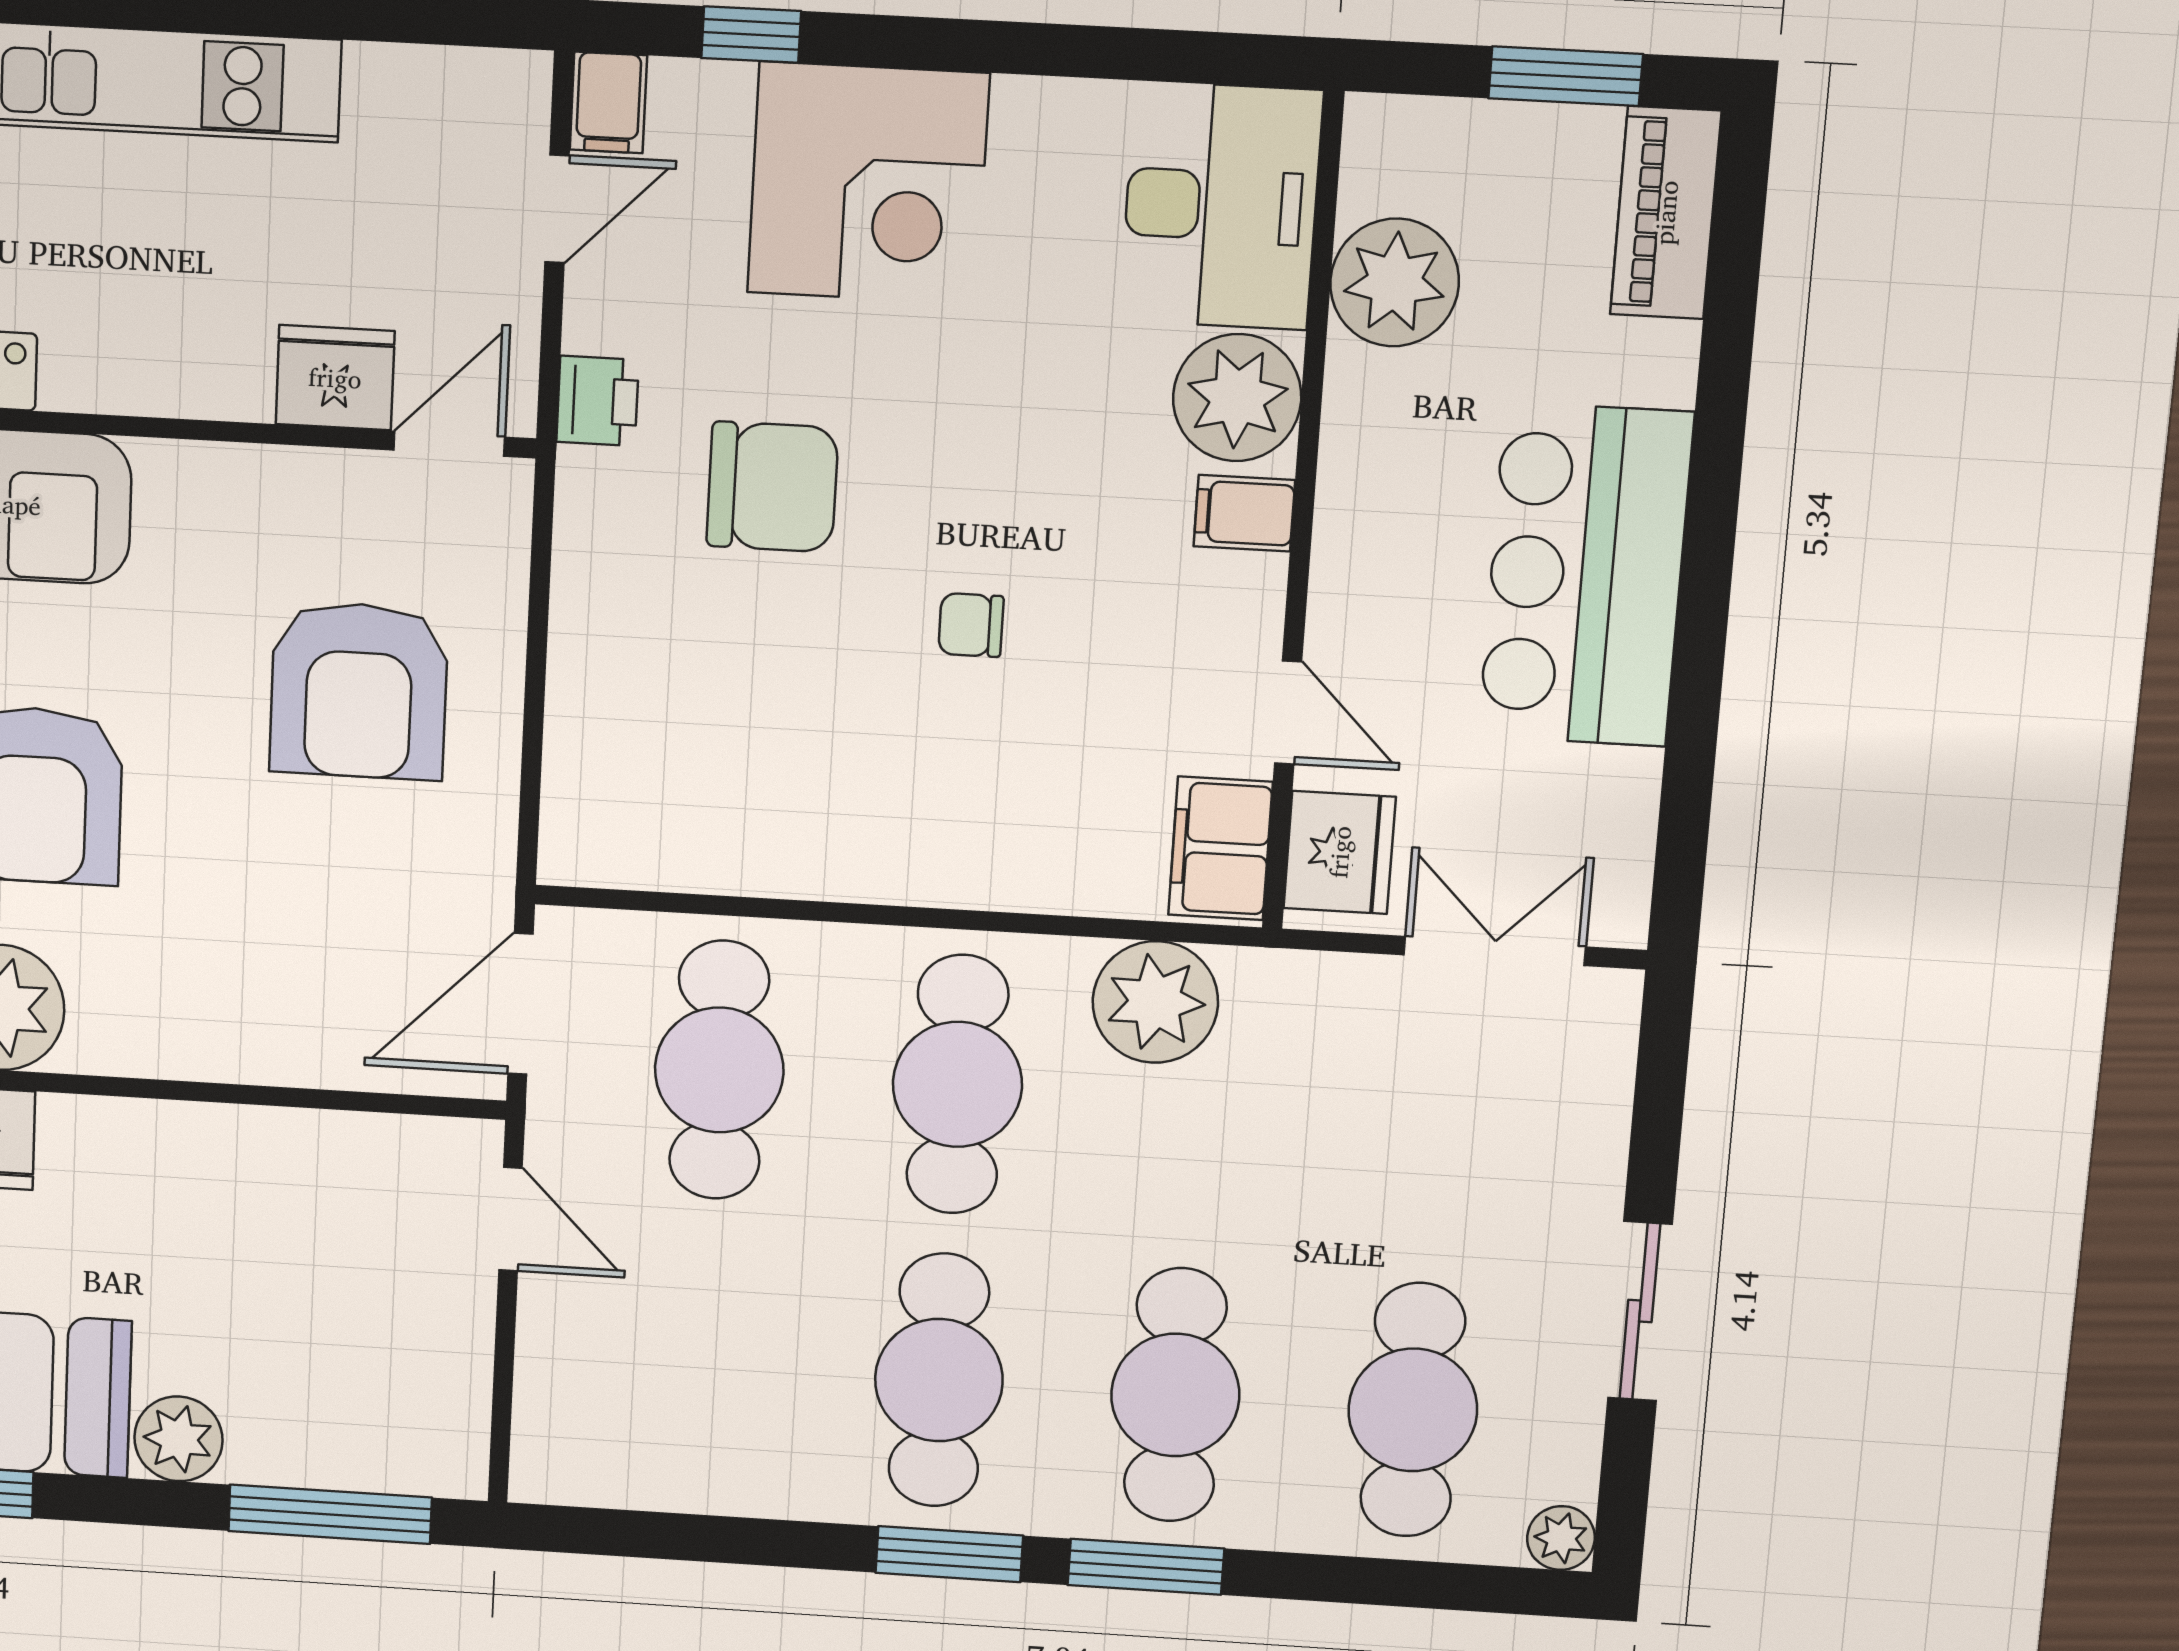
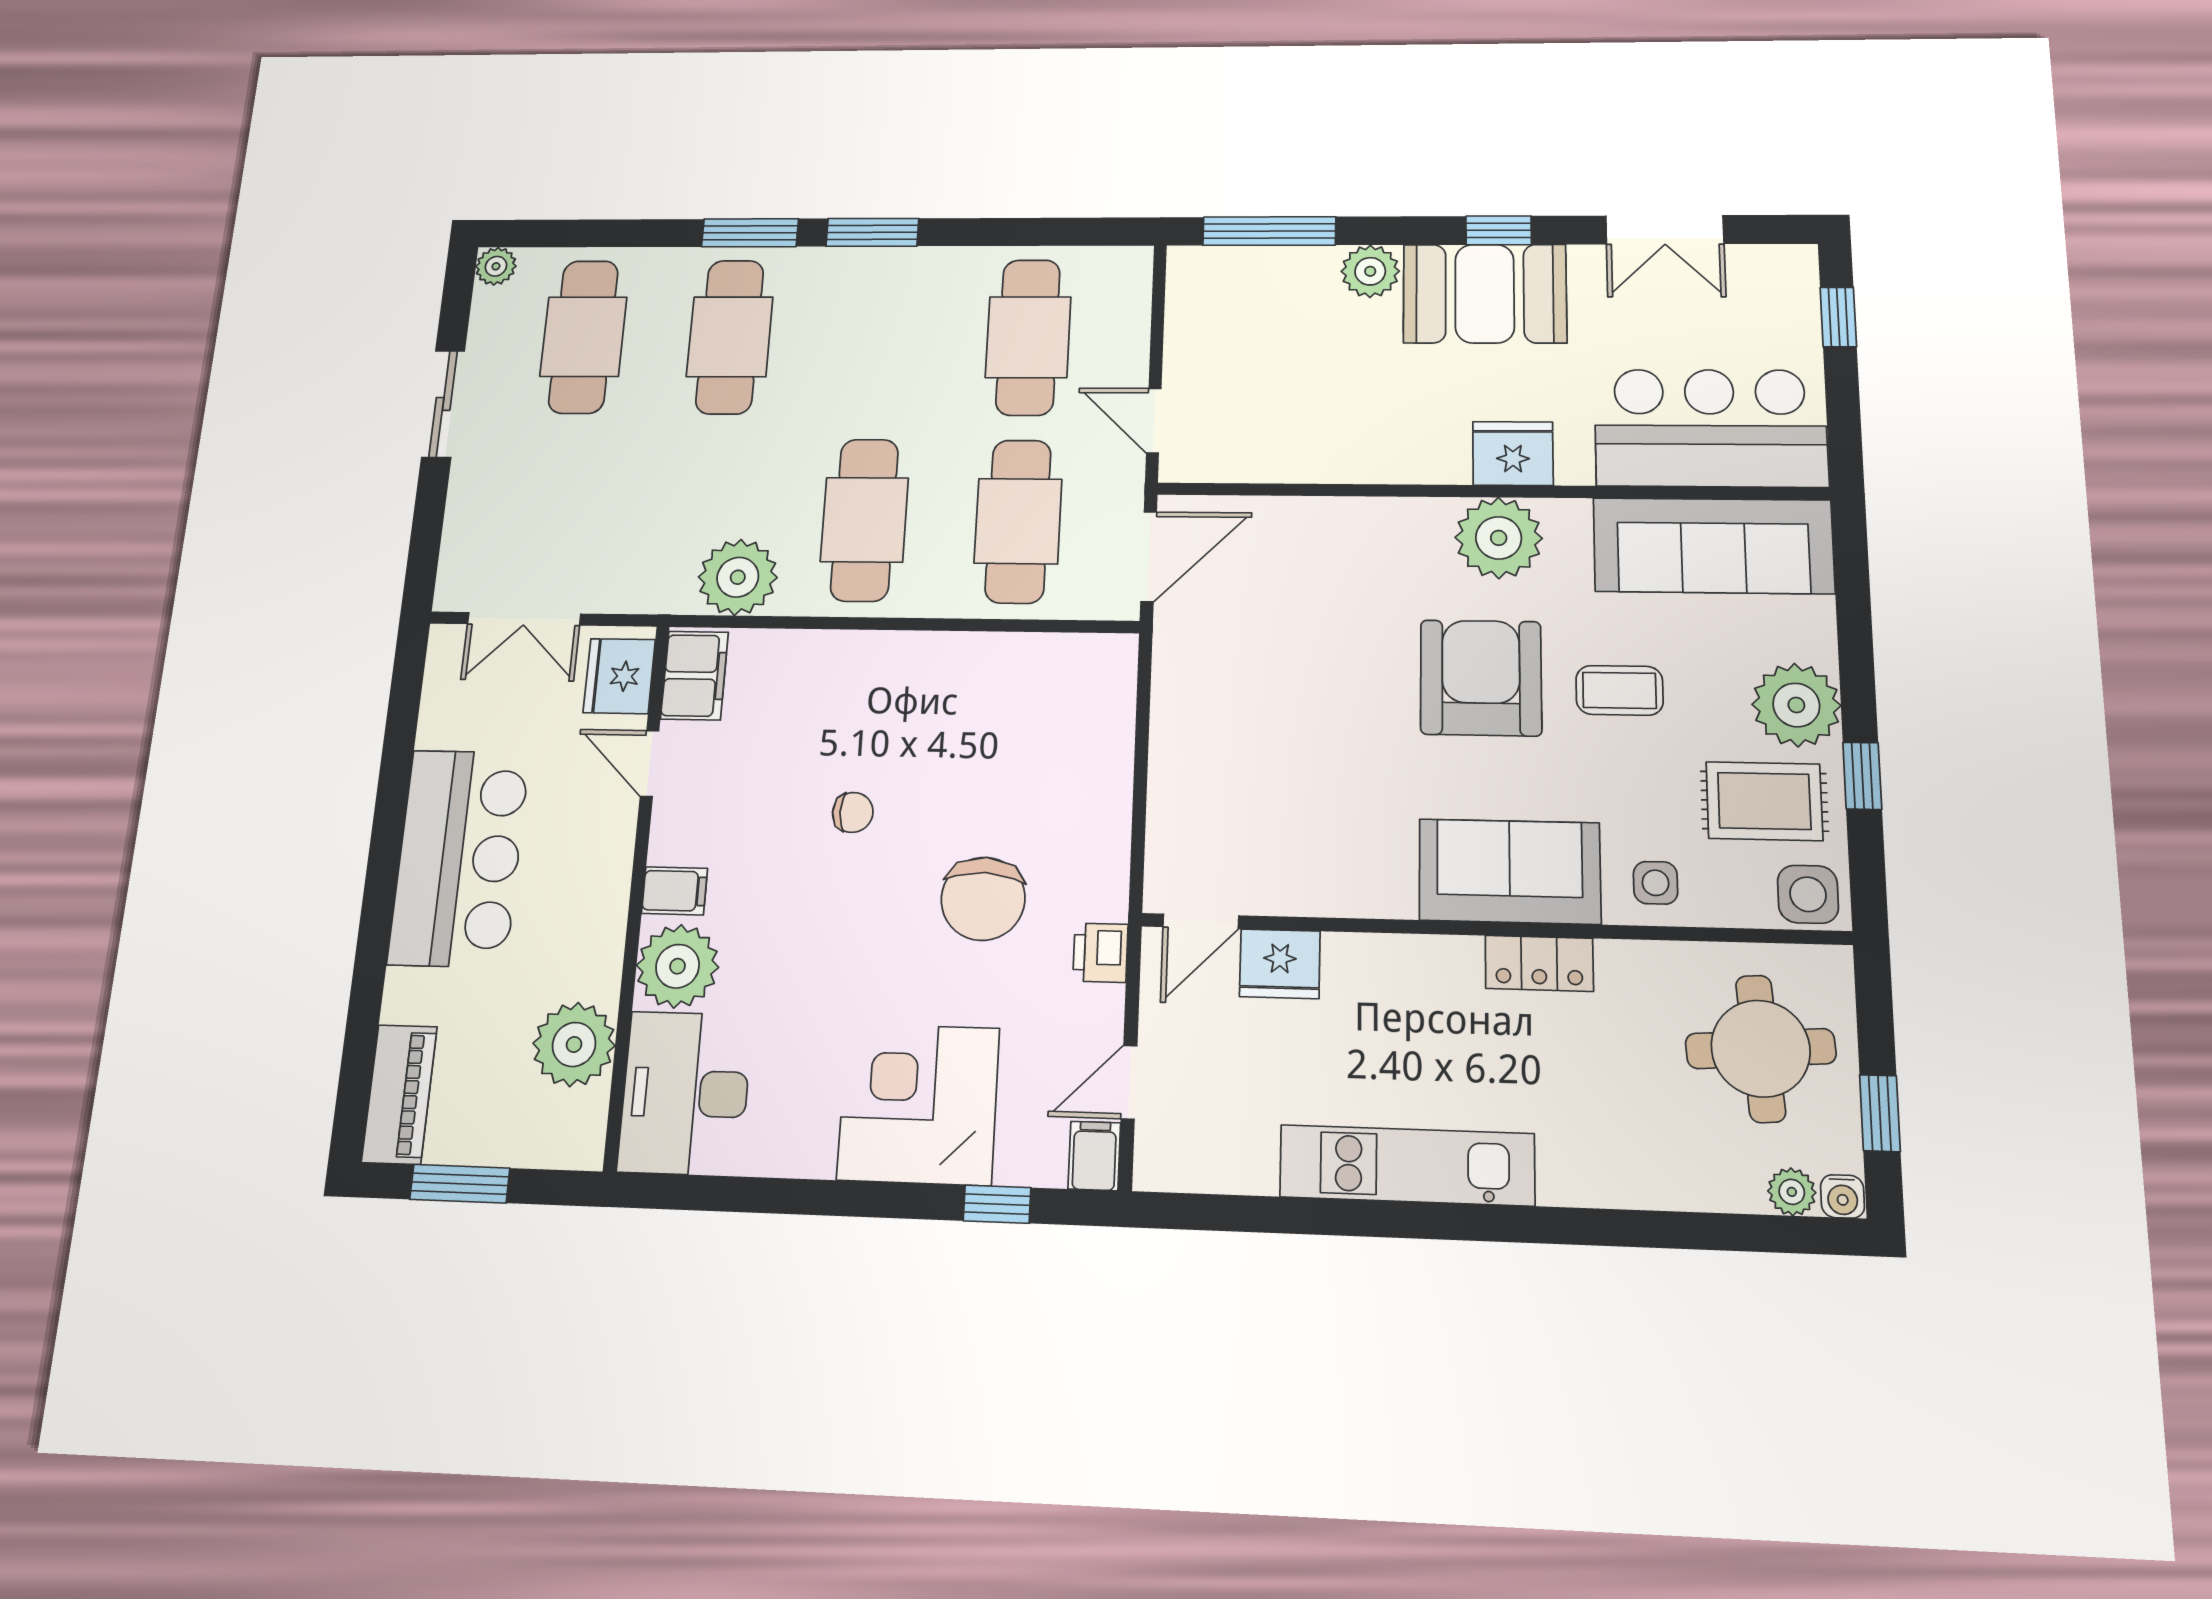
chair: (772, 487) -> (983, 899), turned -88
armchair: (359, 691) -> (1260, 755), removed
cafe table: (939, 1380) -> (1028, 337), moved

